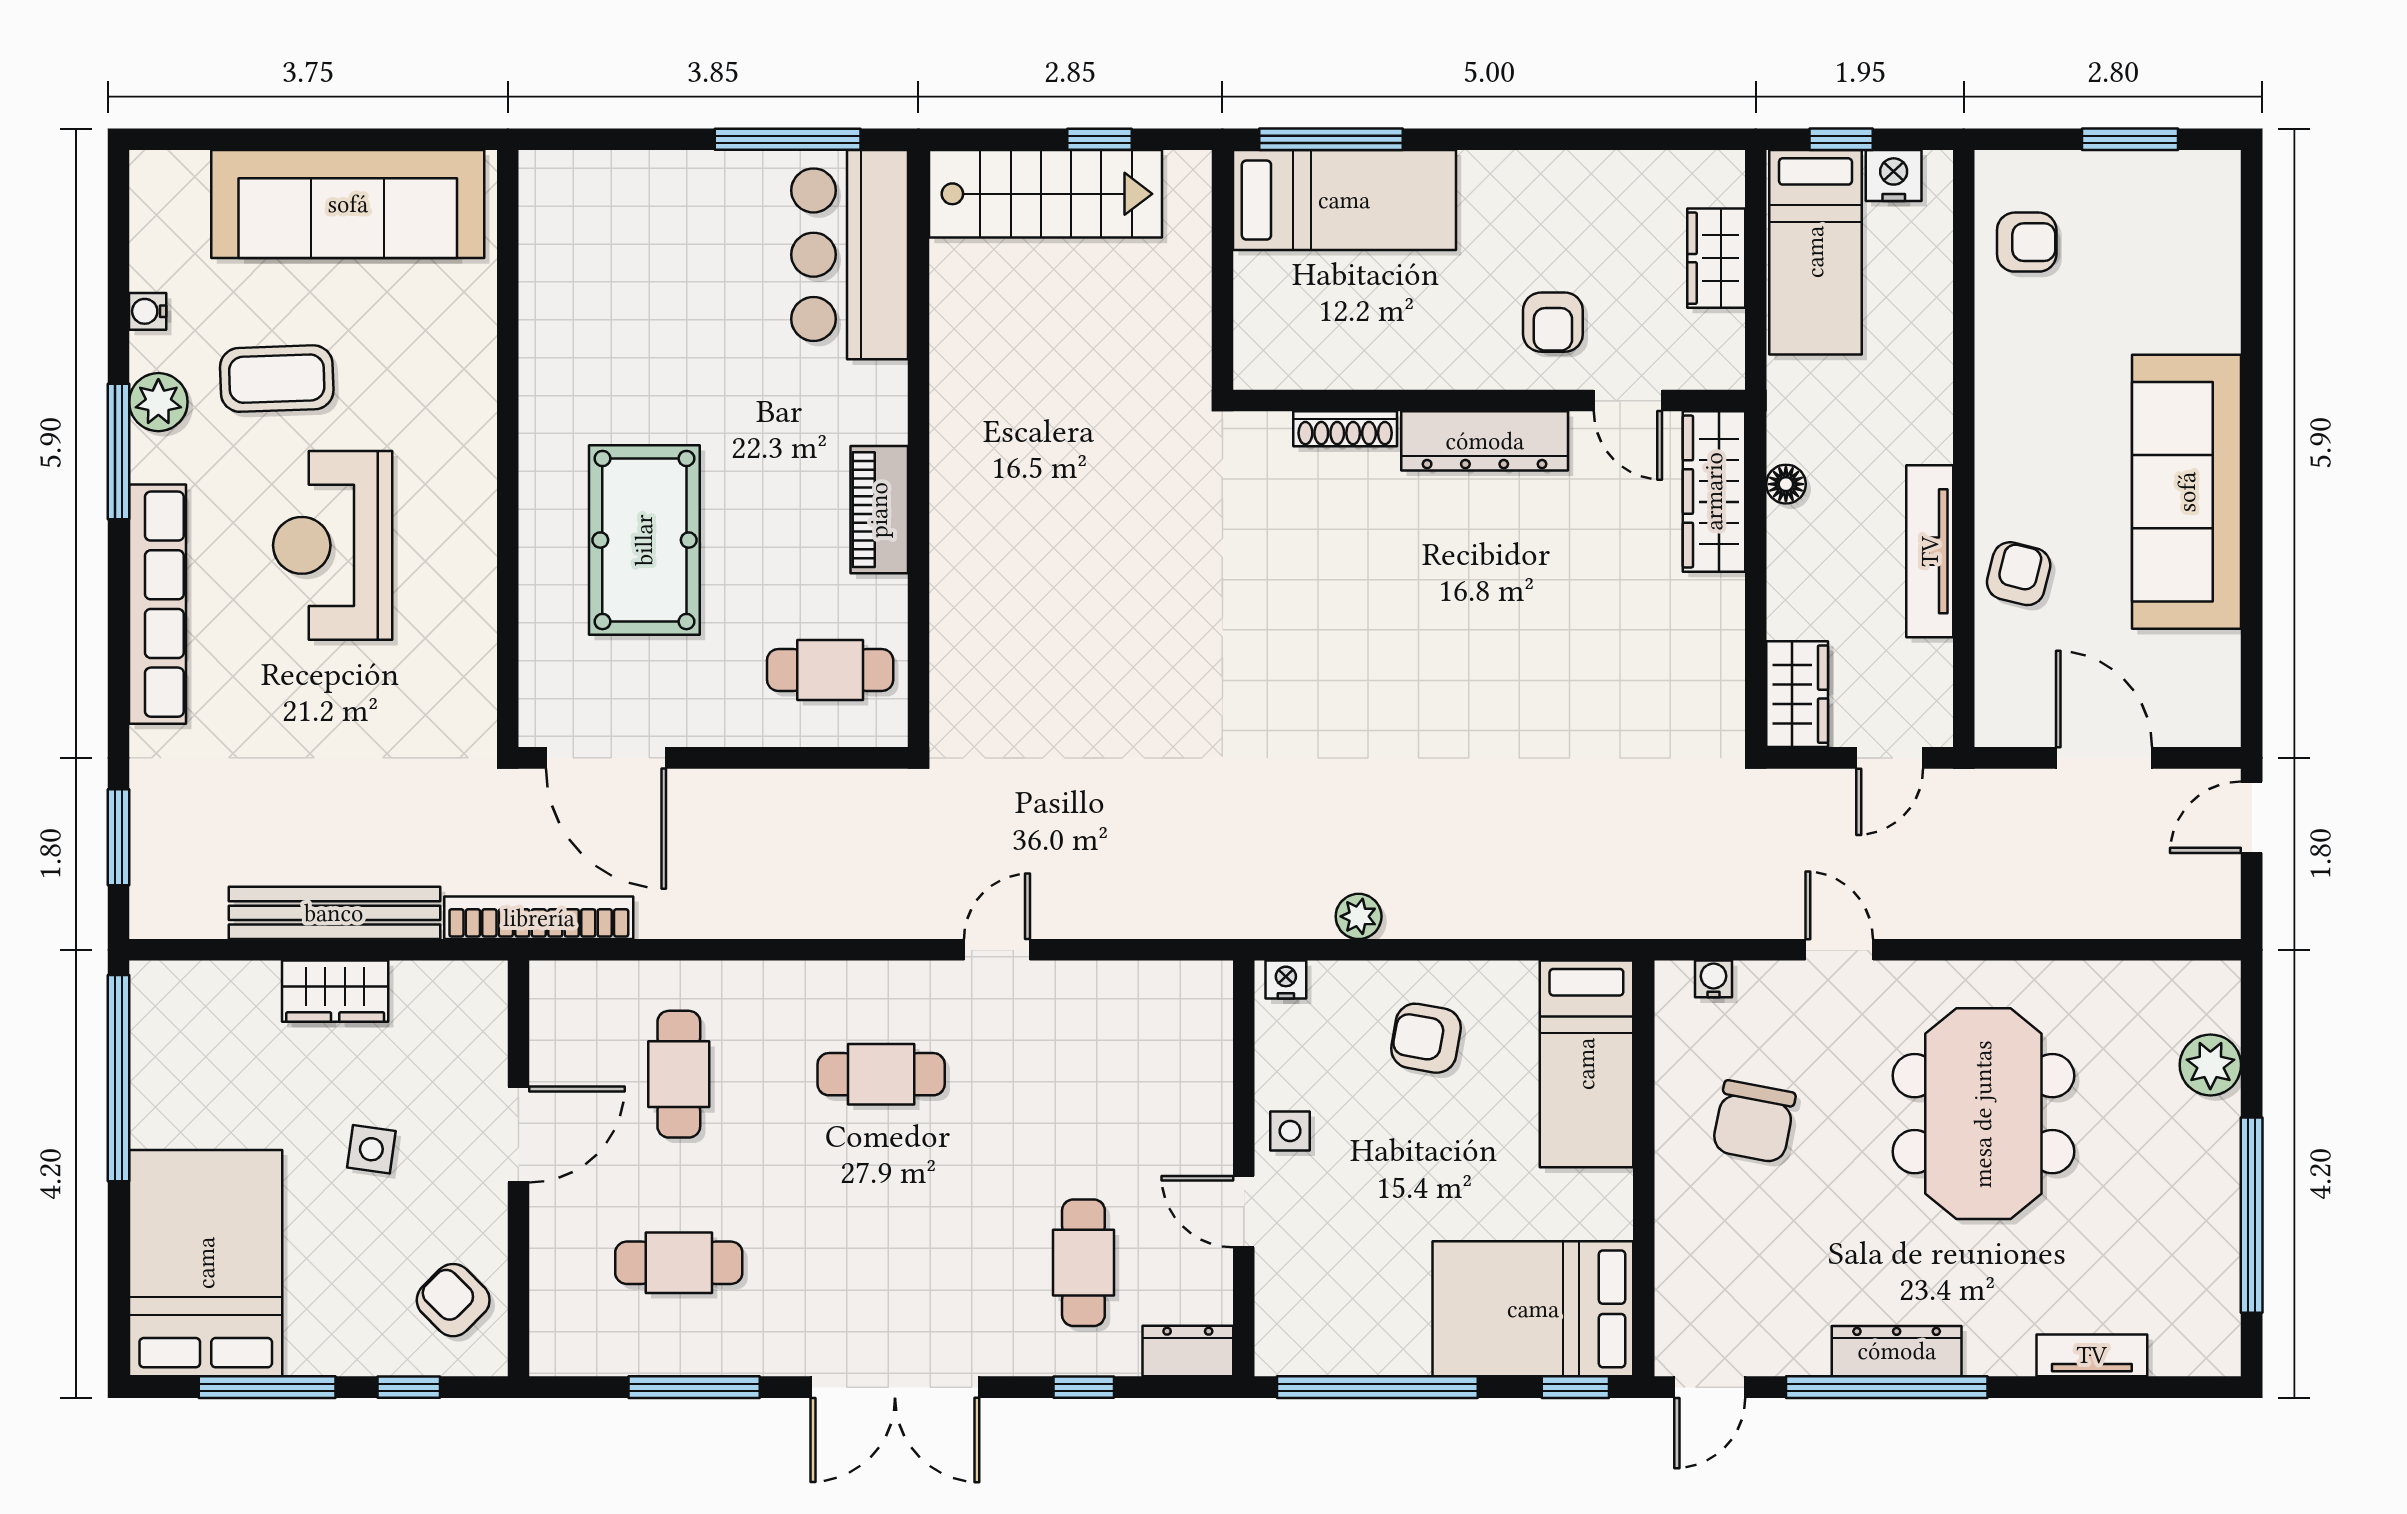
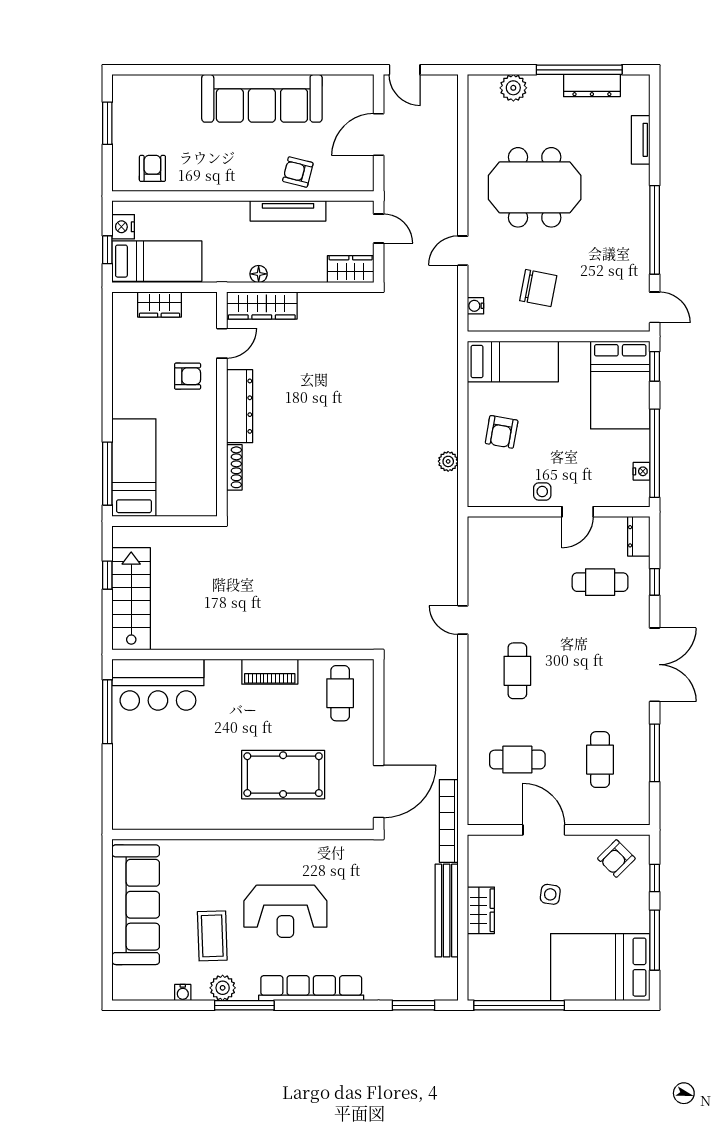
nightstand: (1286, 980) -> (642, 471), moved, turned 180
dresser: (1897, 1351) -> (592, 86), moved, turned -90

